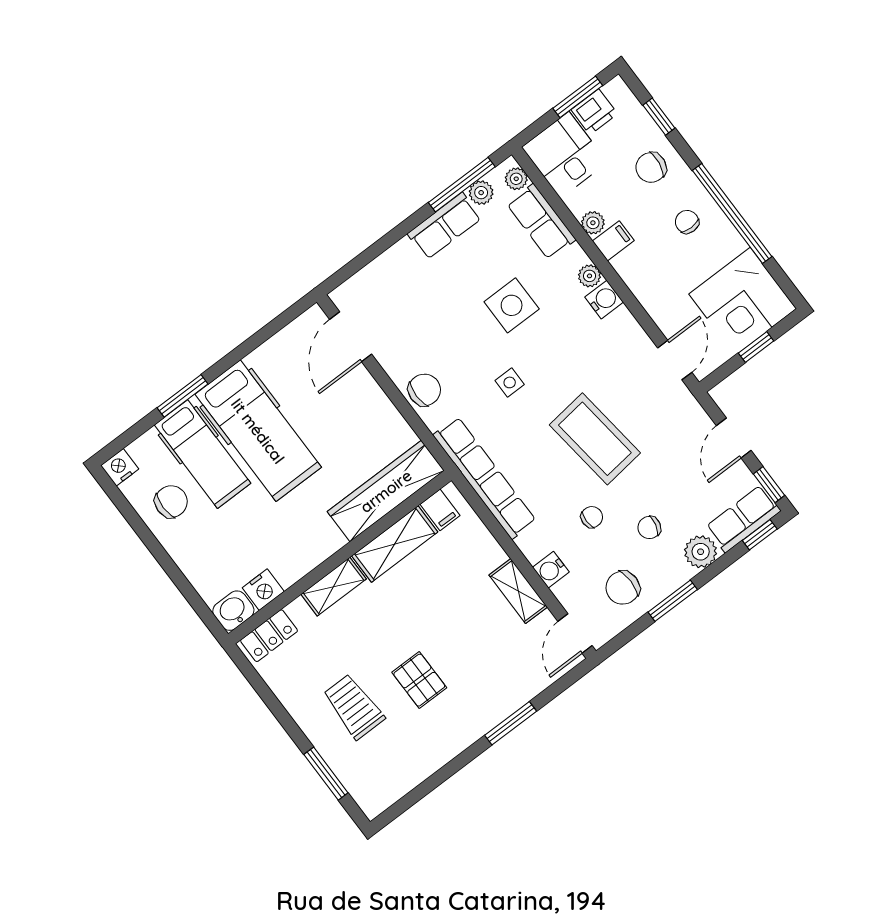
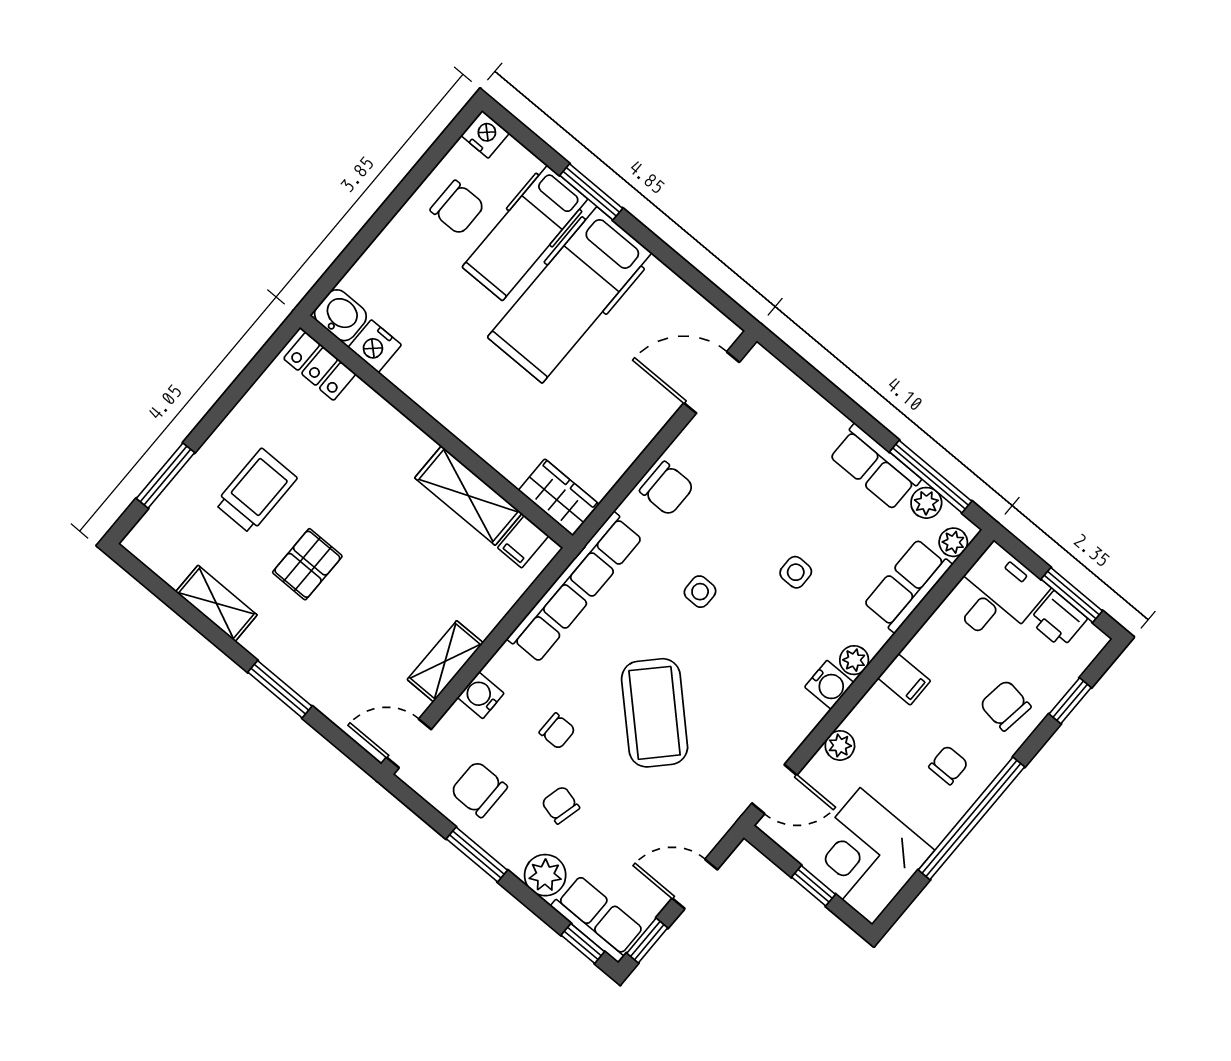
plant: (593, 223) -> (840, 745), moved
side table: (512, 305) -> (796, 572), width x0.54, depth x0.54
coffee table: (595, 439) -> (655, 713), turned -39
wardrobe: (386, 491) -> (559, 497), width x0.48, depth x0.85
shelving: (334, 587) -> (216, 603), moved

